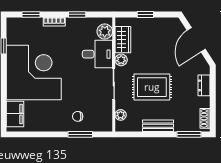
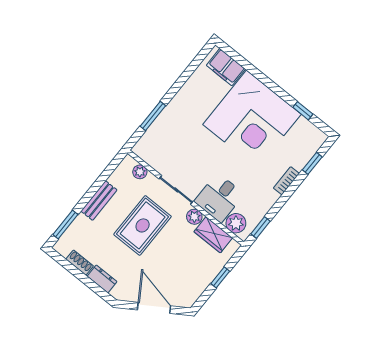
window: (77, 14) -> (260, 227), moved
chair: (78, 116) -> (173, 128), removed
shoe rack: (205, 118) -> (80, 263), moved

